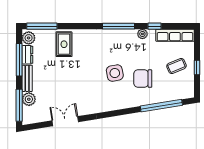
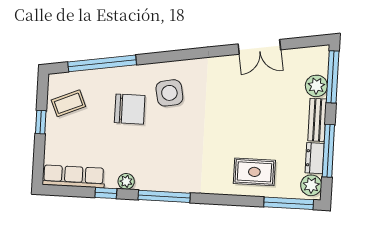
rug: (64, 44) -> (254, 172), turned 90
coffee table: (176, 66) -> (68, 103), moved
side table: (115, 73) -> (169, 93), moved

